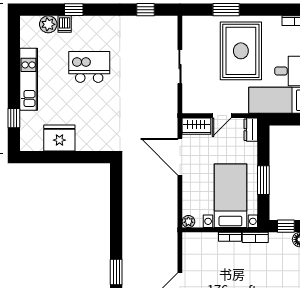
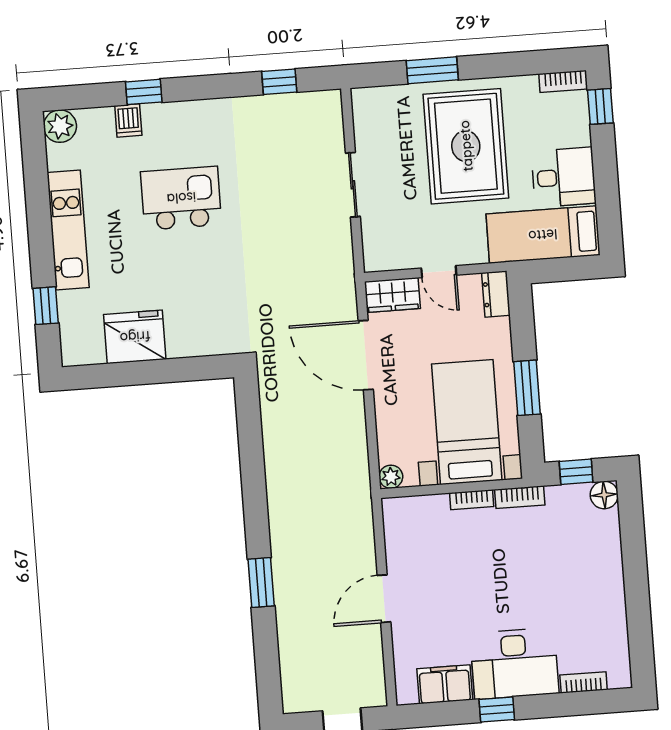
plant: (48, 24) -> (60, 126), moved
door: (222, 116) -> (439, 272), hinge flipped

